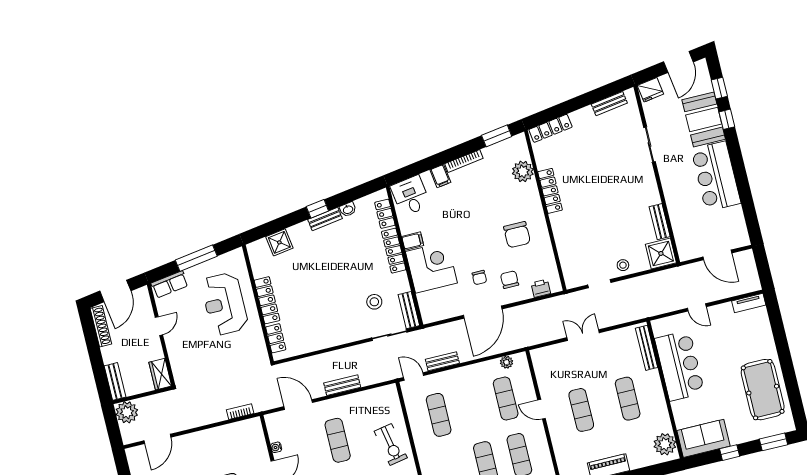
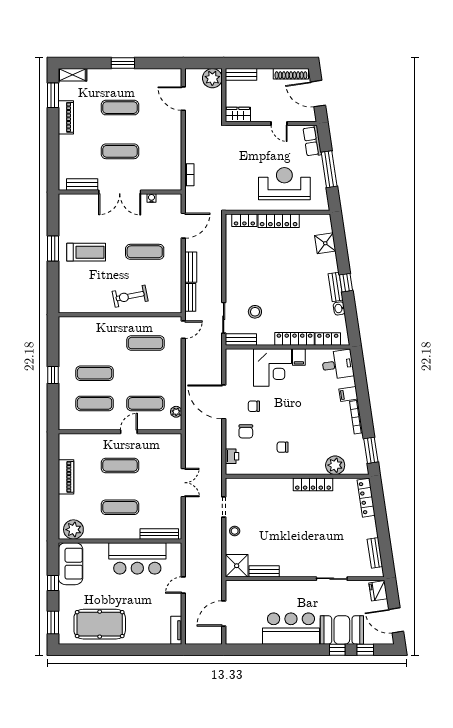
chair: (517, 235) -> (283, 447), width x0.54, depth x0.54
chair: (510, 280) -> (246, 431), turned 90
bench: (442, 361) -> (190, 297), moved

